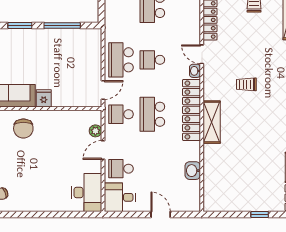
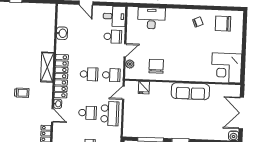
fridge: (44, 98) -> (144, 88), moved
school desk: (152, 114) -> (89, 74), width x0.54
chair: (23, 128) -> (156, 66), moved
desk: (87, 193) -> (152, 18), moved, turned 90

